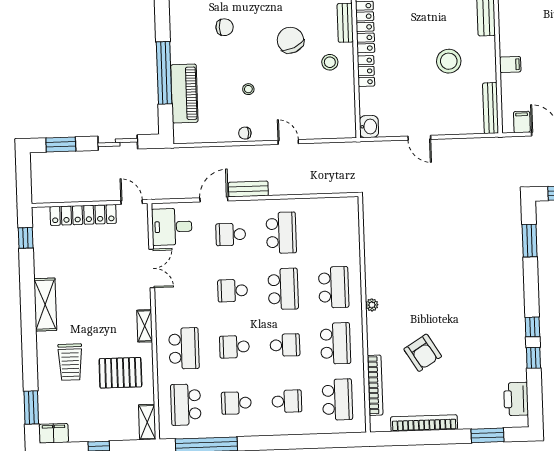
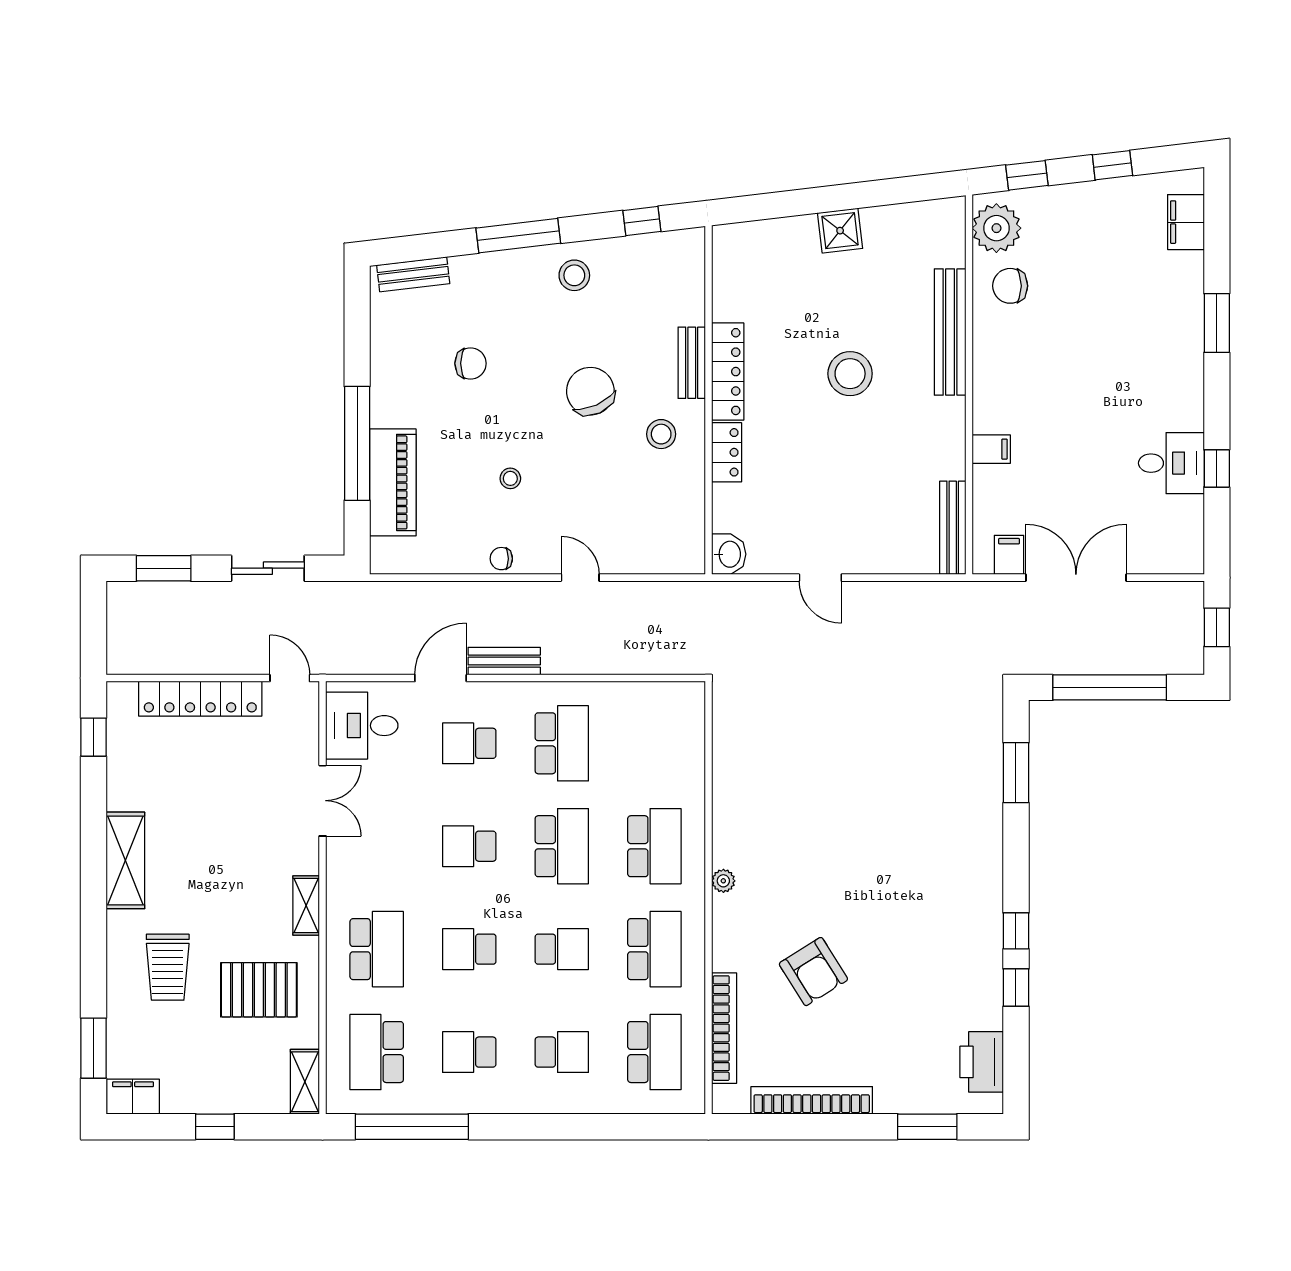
stool: (449, 61) -> (850, 374), moved

